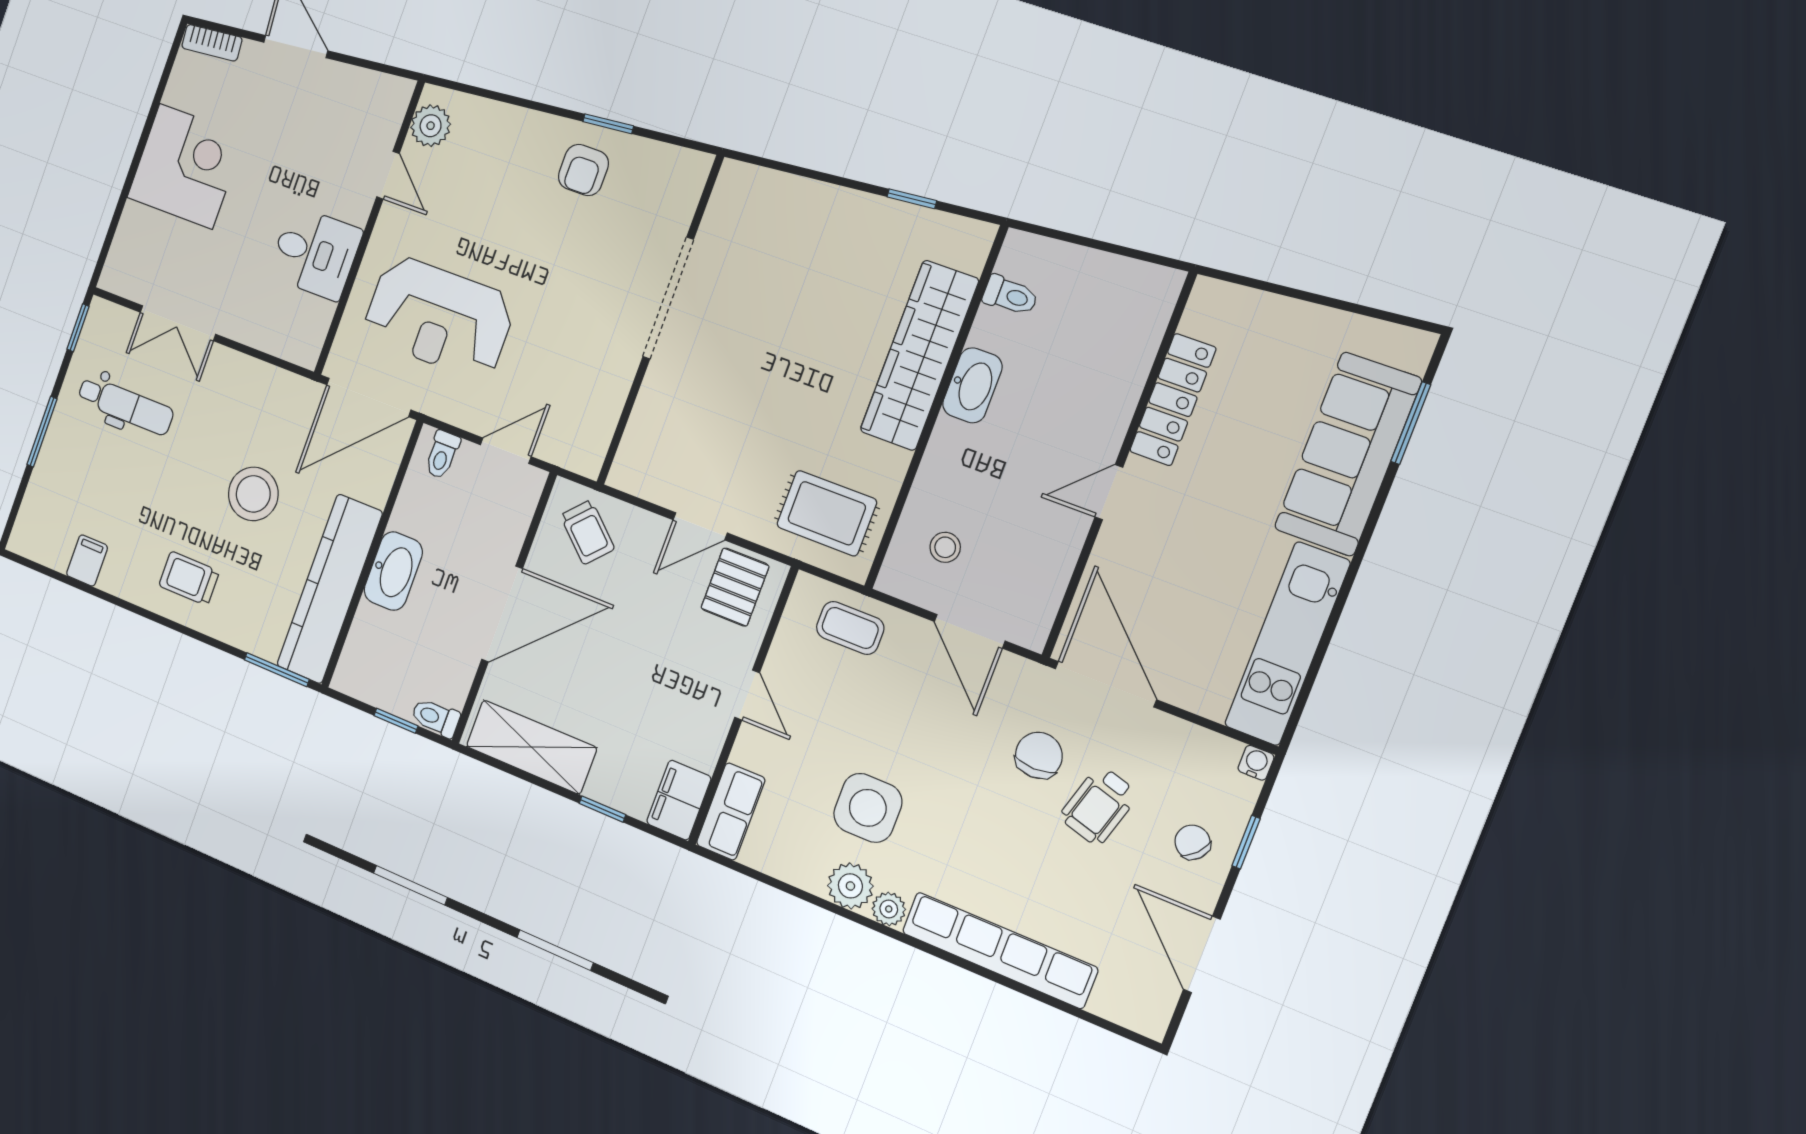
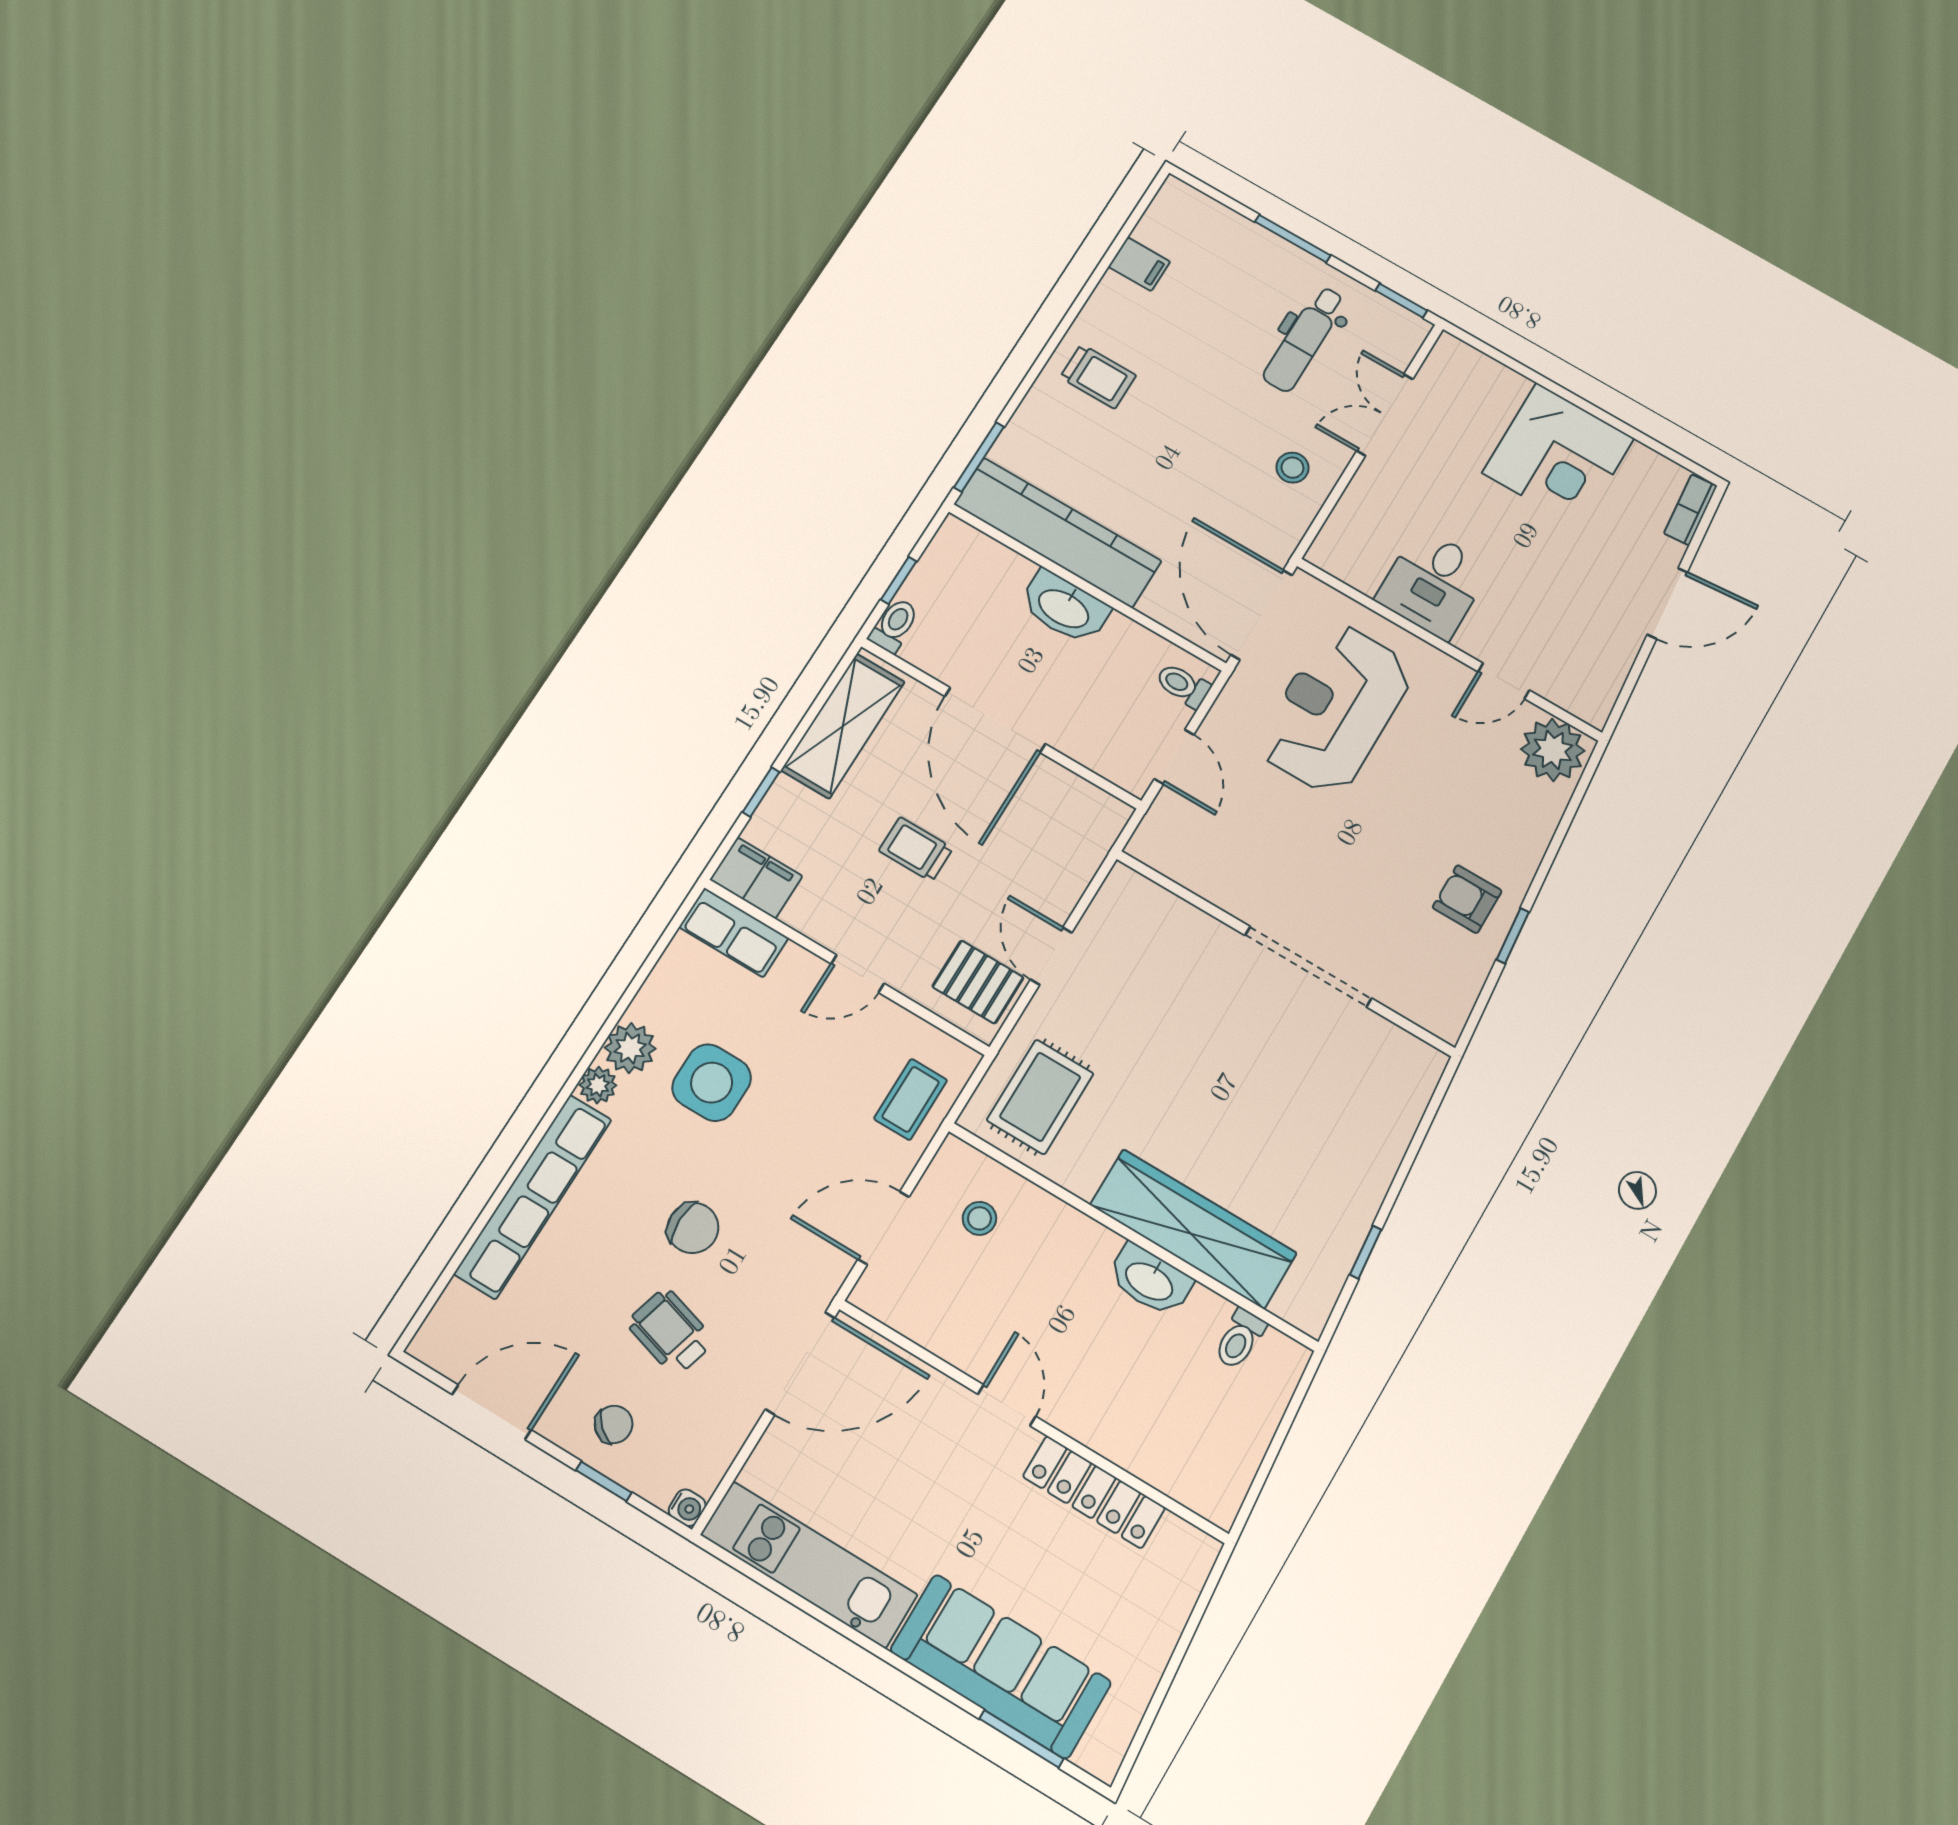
plant: (431, 126) -> (1553, 750), width x1.36, depth x1.36
stool: (253, 494) -> (1292, 468), moved, width x0.53, depth x0.53
trolley: (587, 532) -> (916, 849), moved, turned 47
trolley: (189, 578) -> (1098, 376), turned 90
chair: (1039, 755) -> (693, 1228), moved

